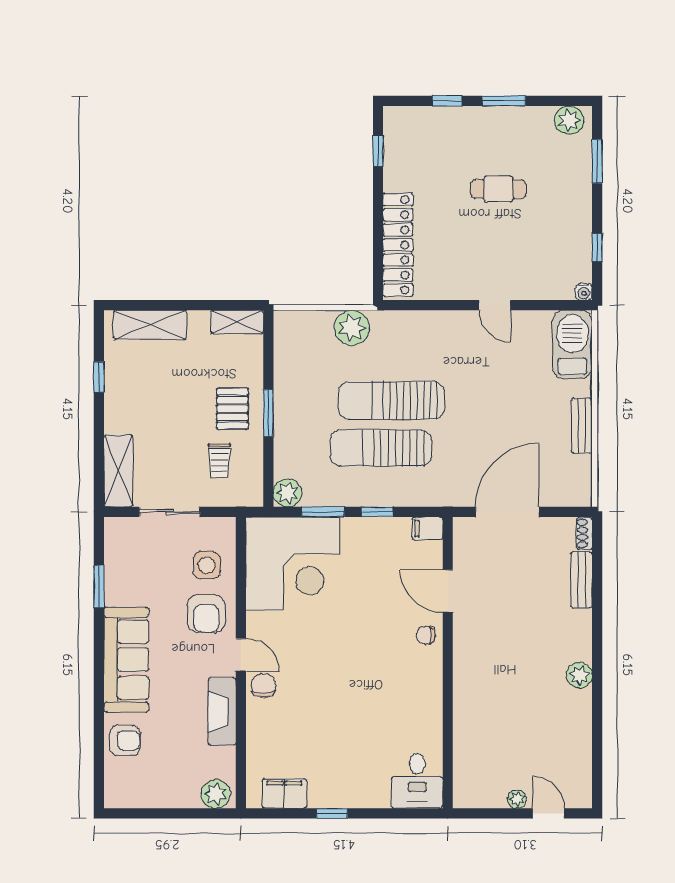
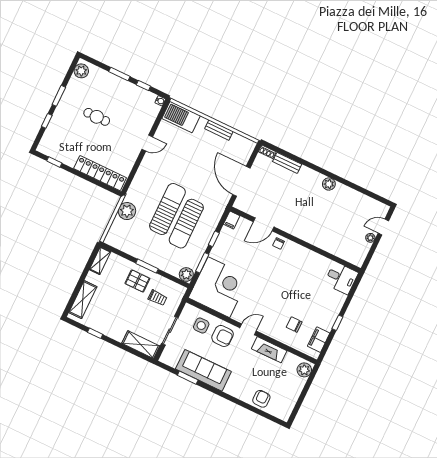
window: (597, 161) -> (119, 74), moved
cafe table: (498, 189) -> (97, 117), turned 90
sun lounger: (391, 401) -> (167, 209), turned 180
sofa: (126, 660) -> (203, 370), moved
chair: (263, 685) -> (294, 325), moved

